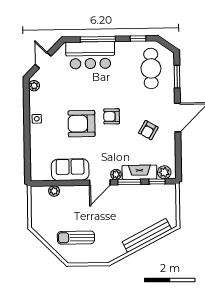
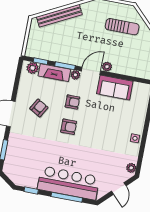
bar counter: (90, 55) -> (69, 183), width x1.36
cafe table: (151, 68) -> (25, 162), removed
armchair: (82, 124) -> (72, 102), moved, width x0.53, depth x0.53
plant: (54, 191) -> (107, 67), moved

